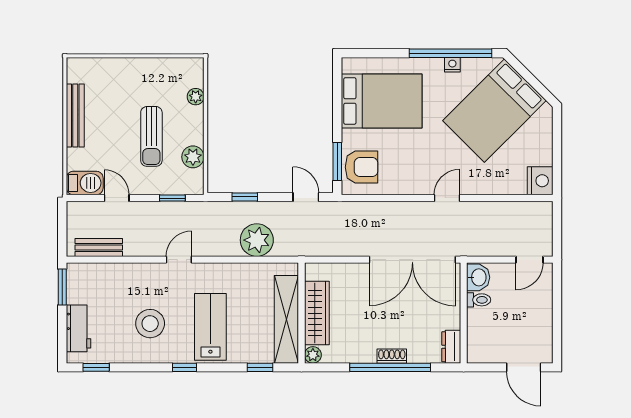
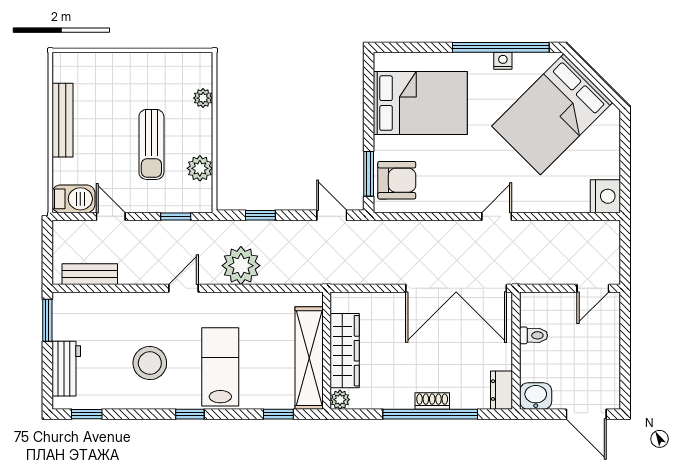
plant: (257, 240) -> (241, 266), moved
washbasin: (478, 277) -> (536, 396), moved, turned -90

